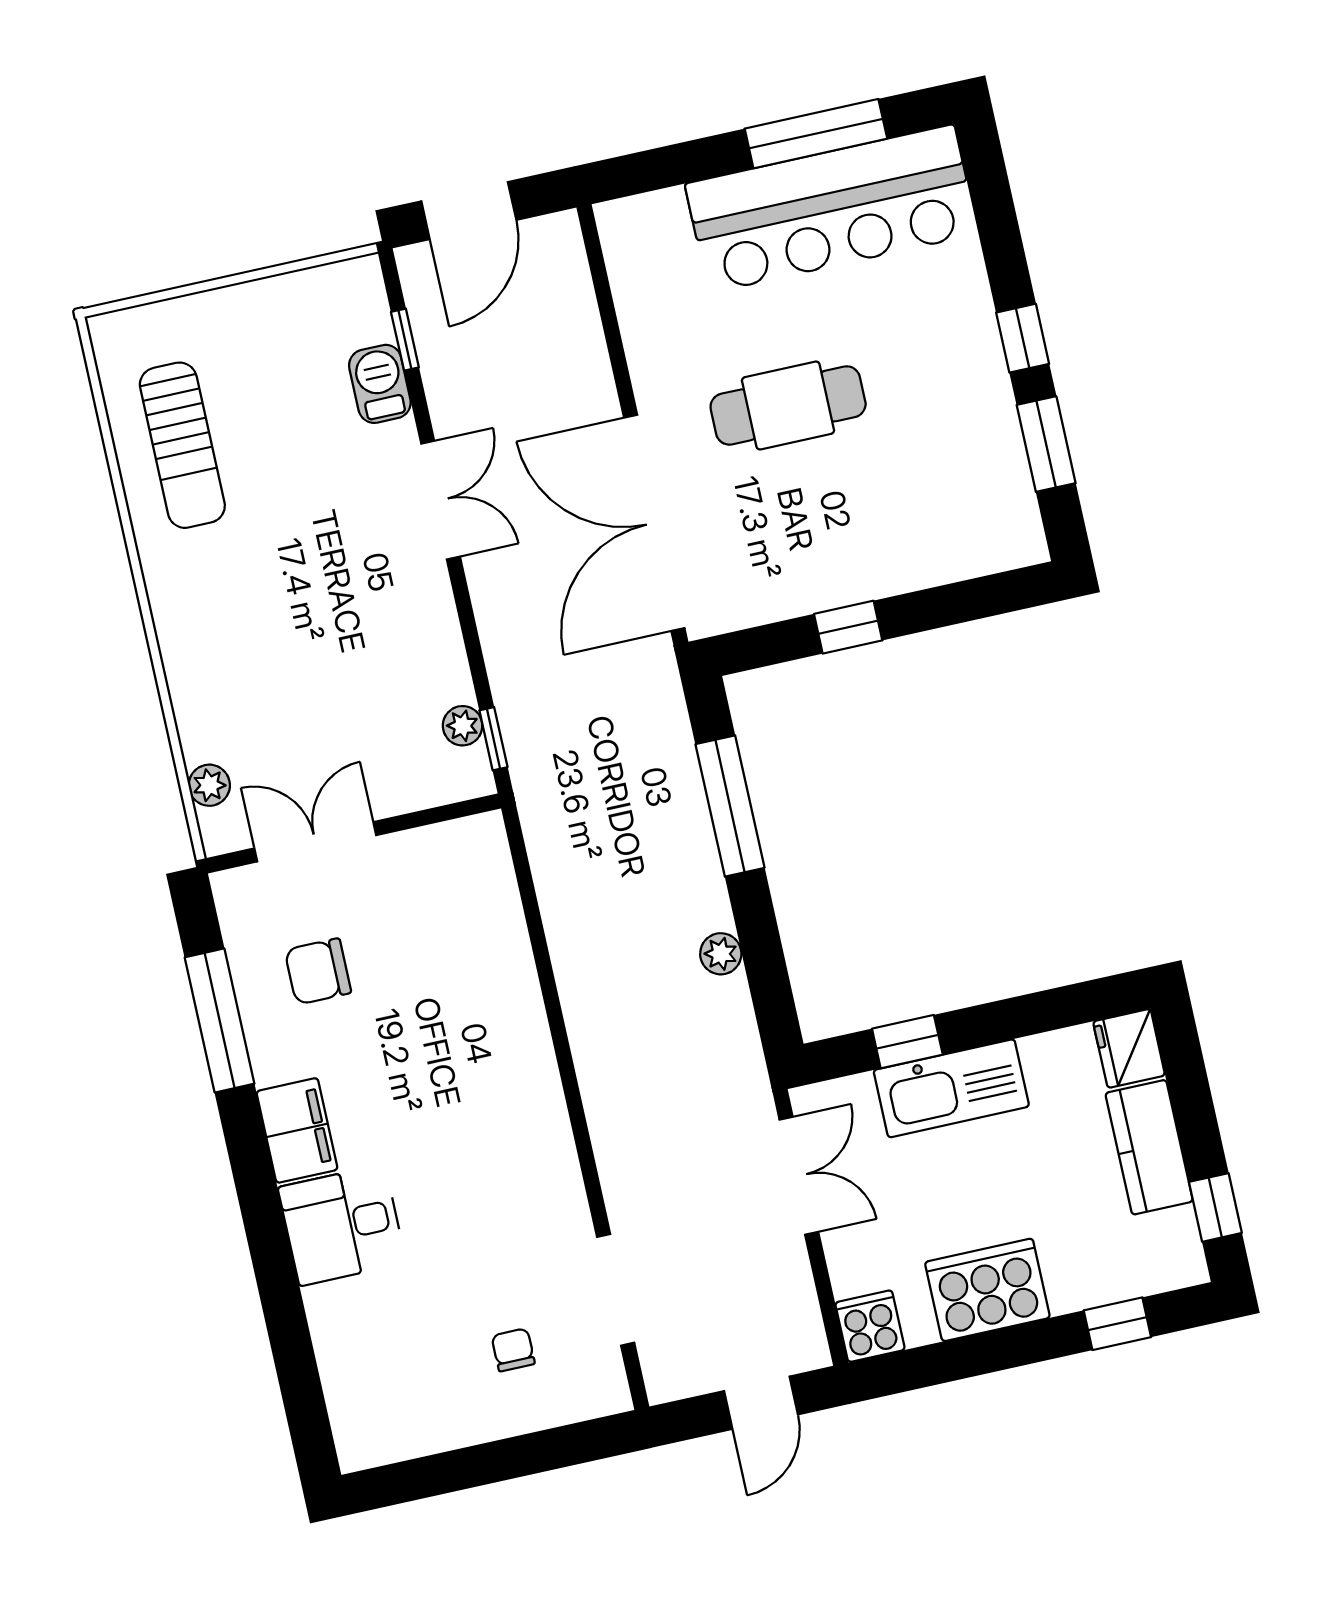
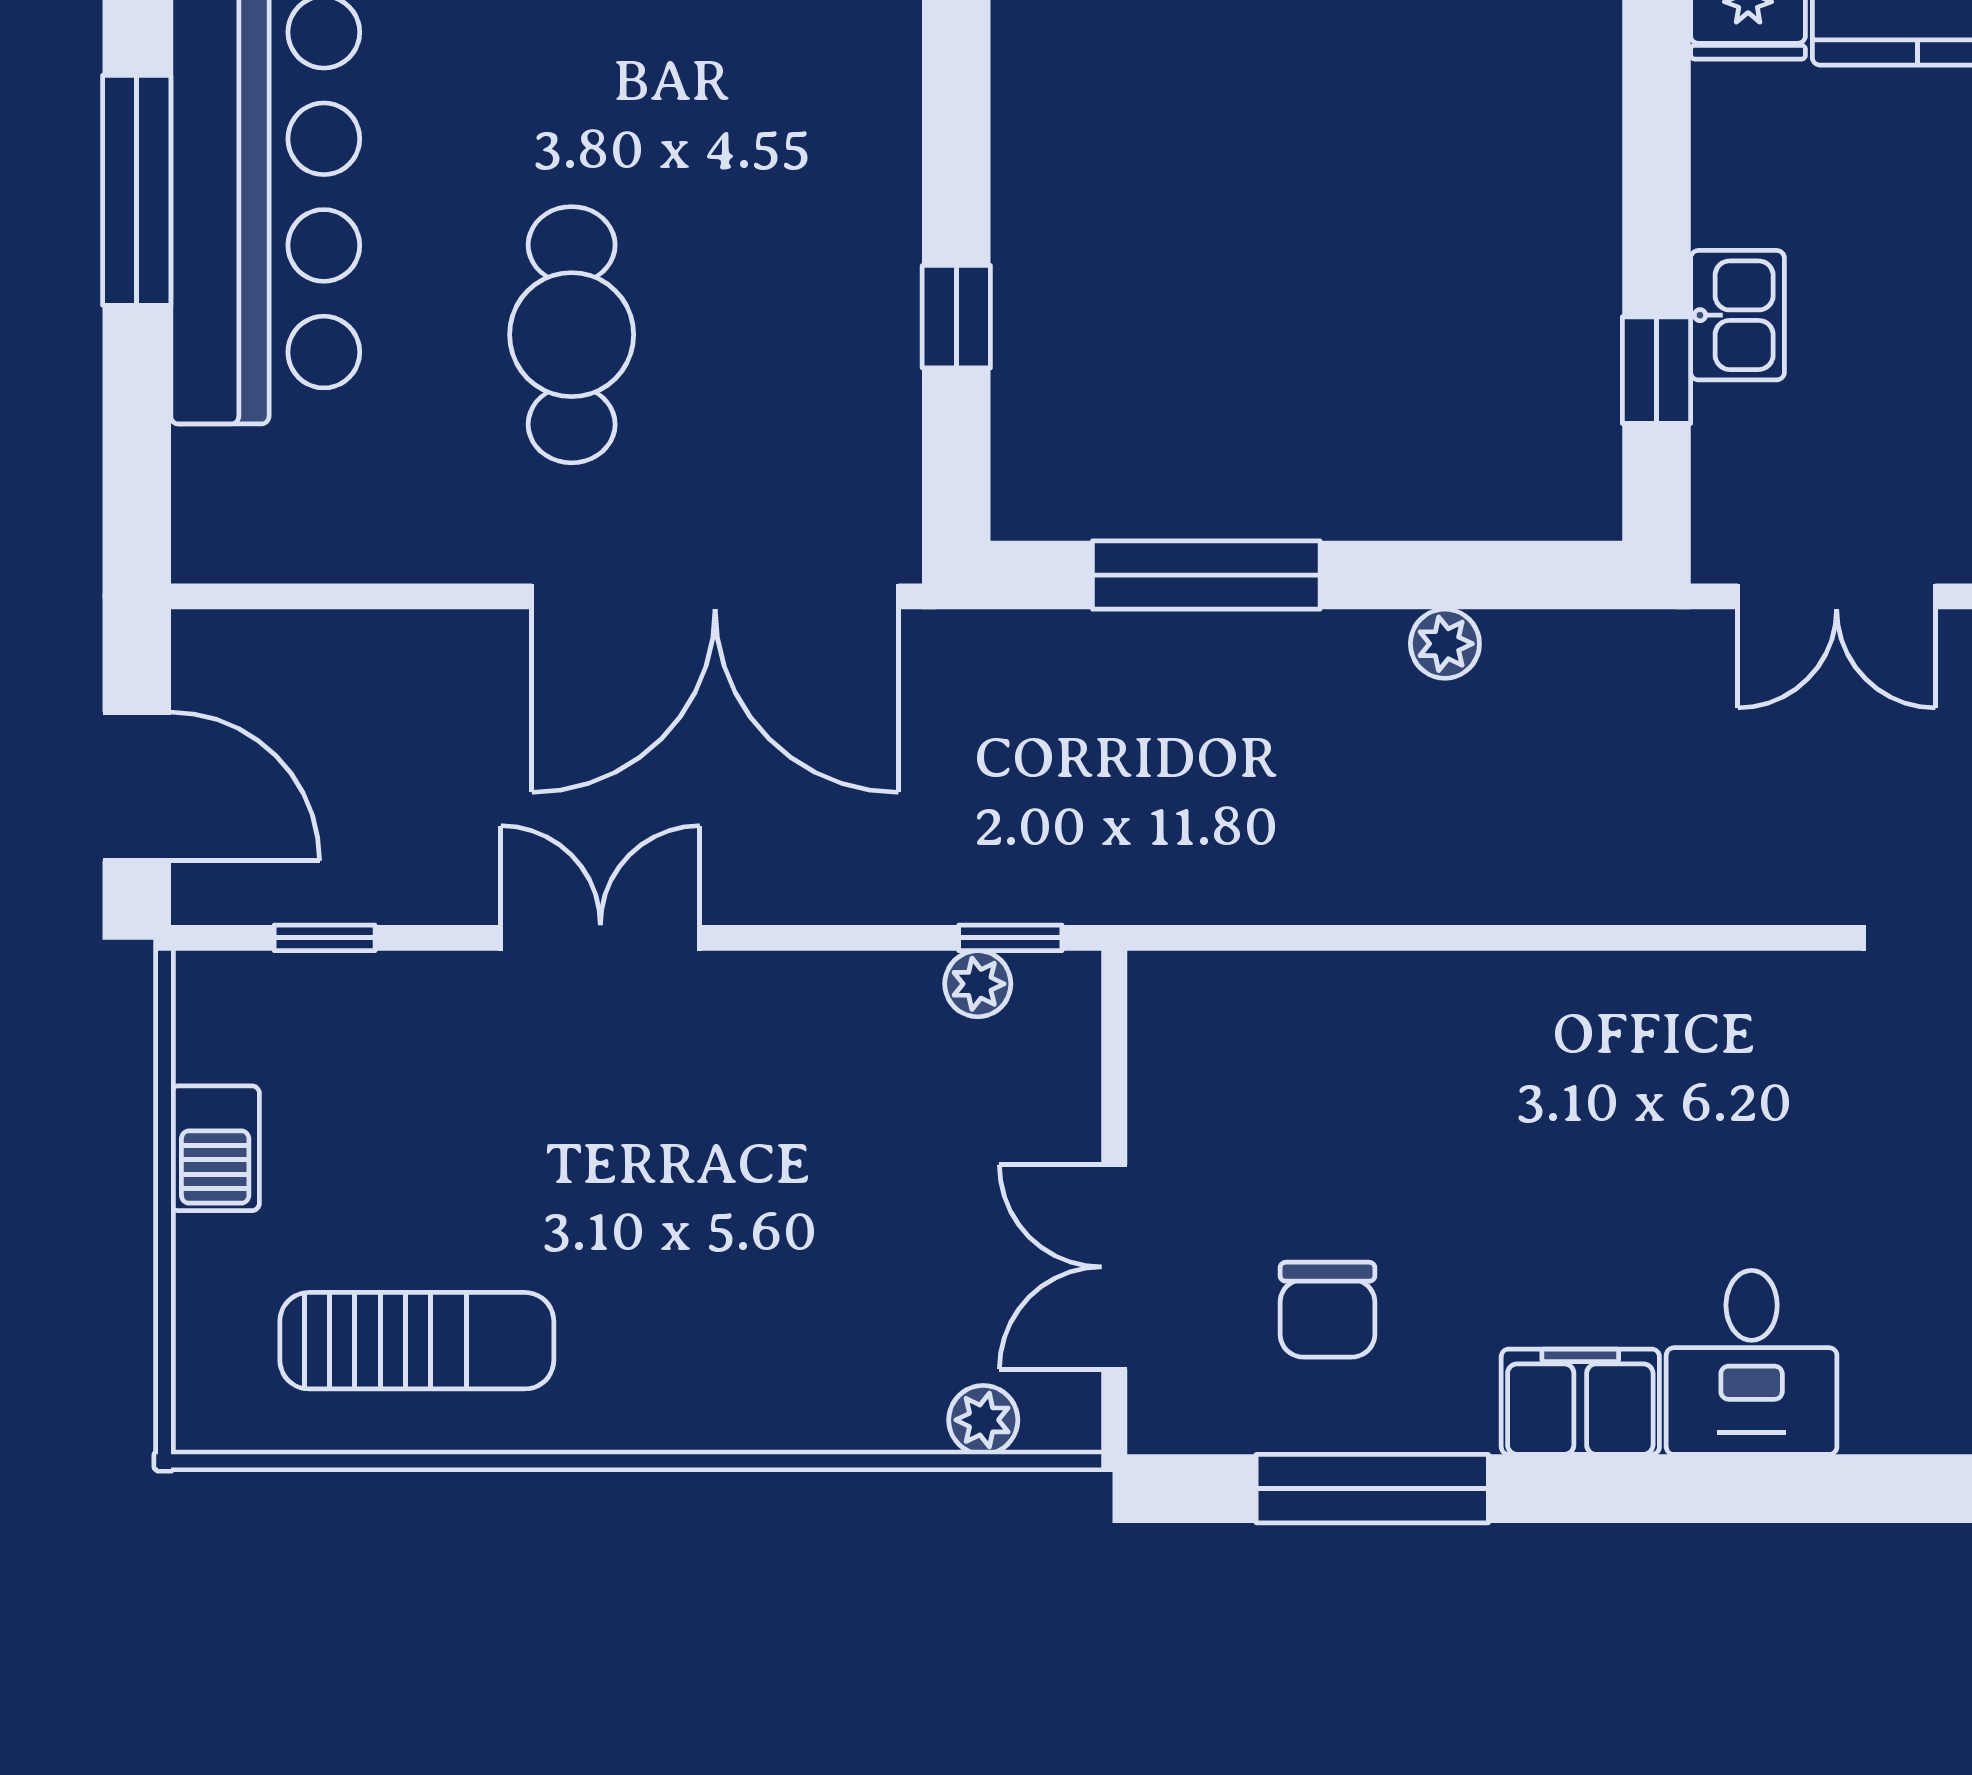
barbecue: (380, 384) -> (215, 1148), moved, turned -90
kitchen sink: (951, 1088) -> (1738, 315), width x0.53, depth x0.81
double door: (799, 1176) -> (1837, 596), swing flipped

